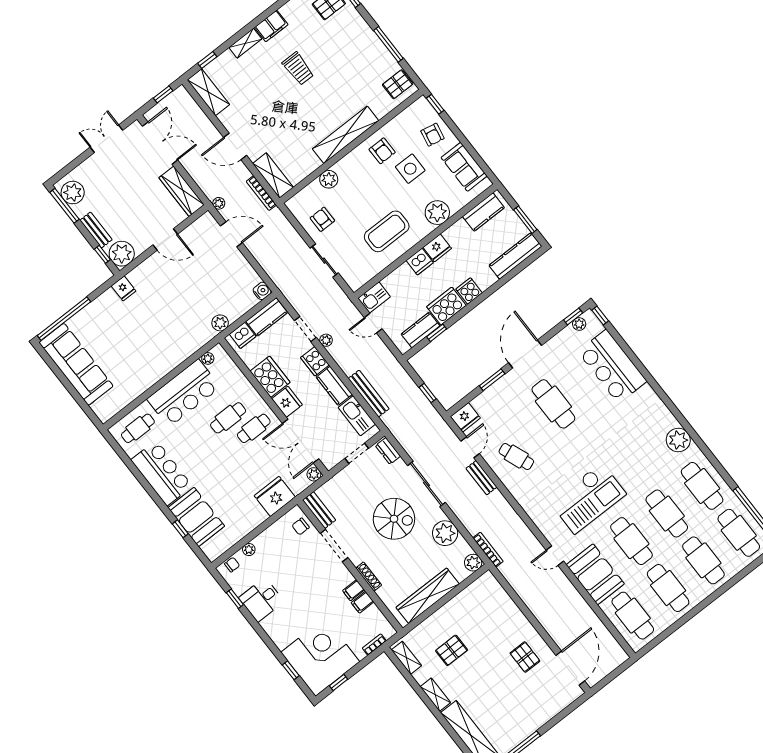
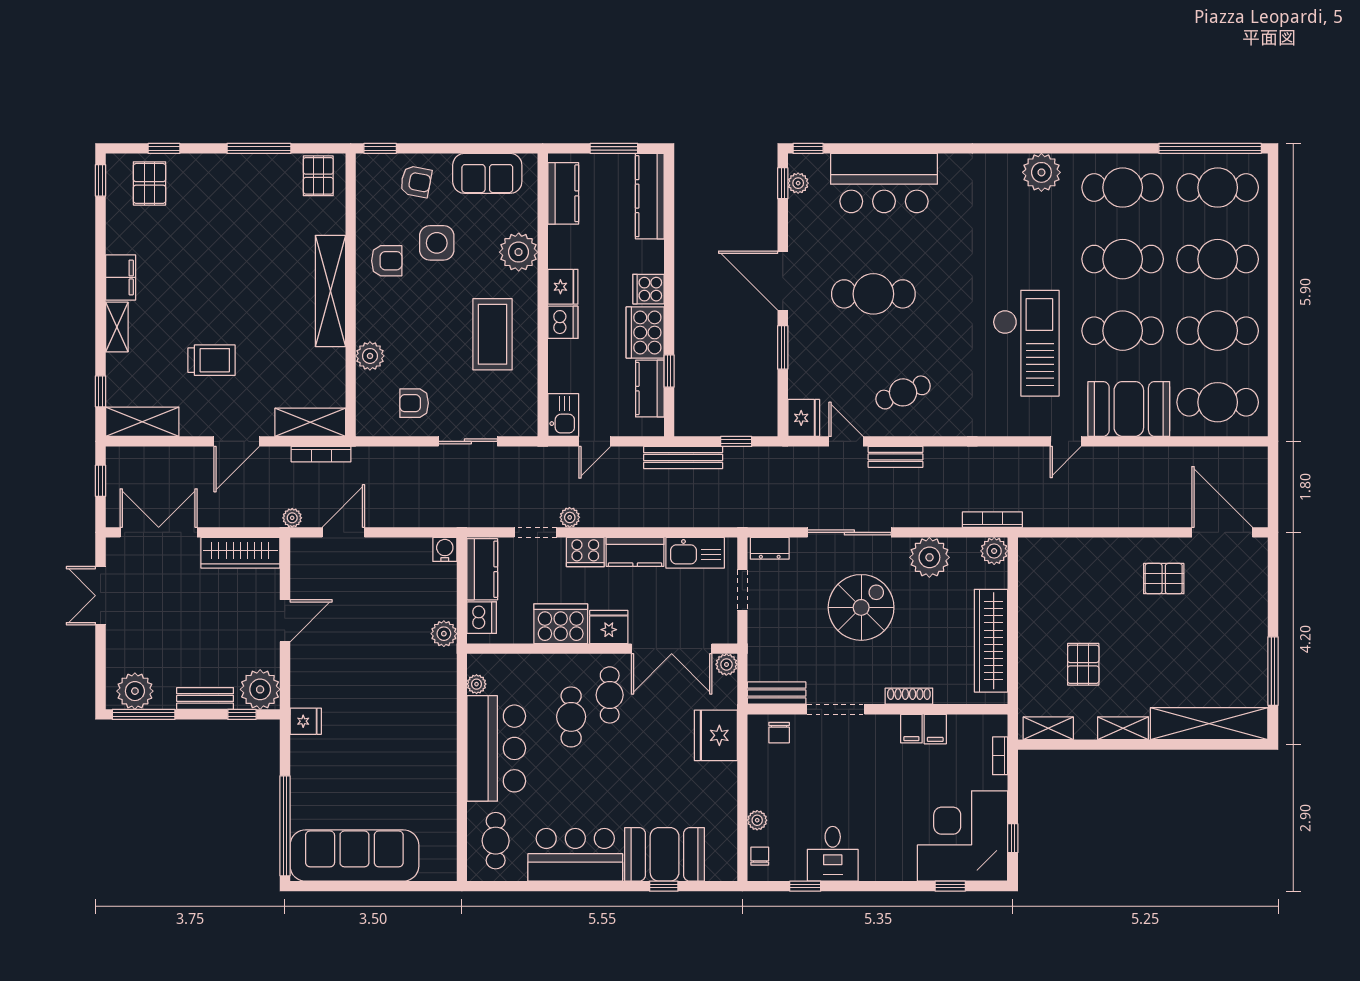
trolley: (298, 69) -> (211, 360), moved
bench: (369, 394) -> (683, 458), moved

